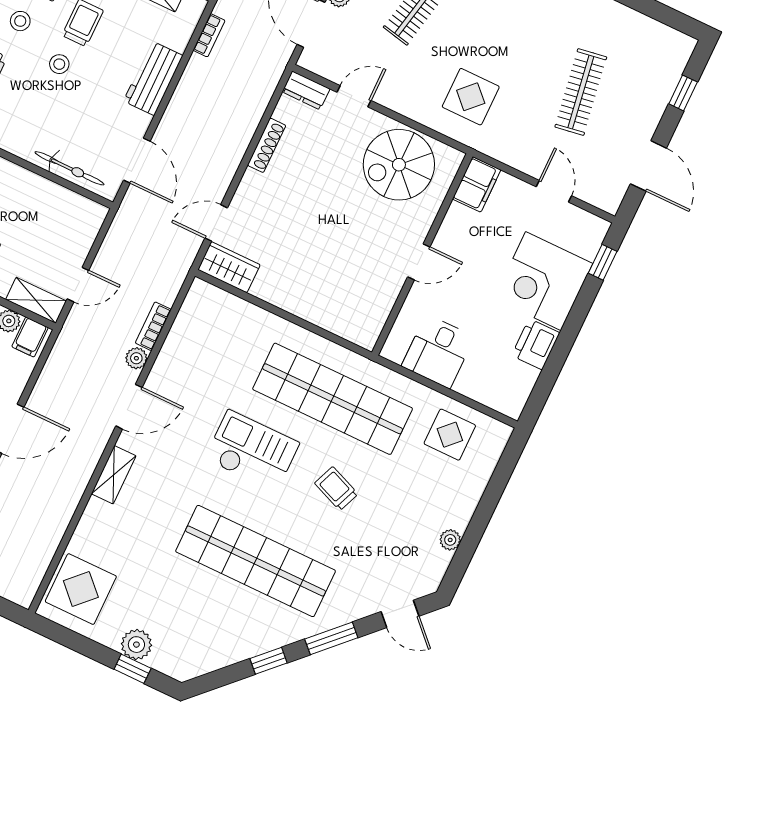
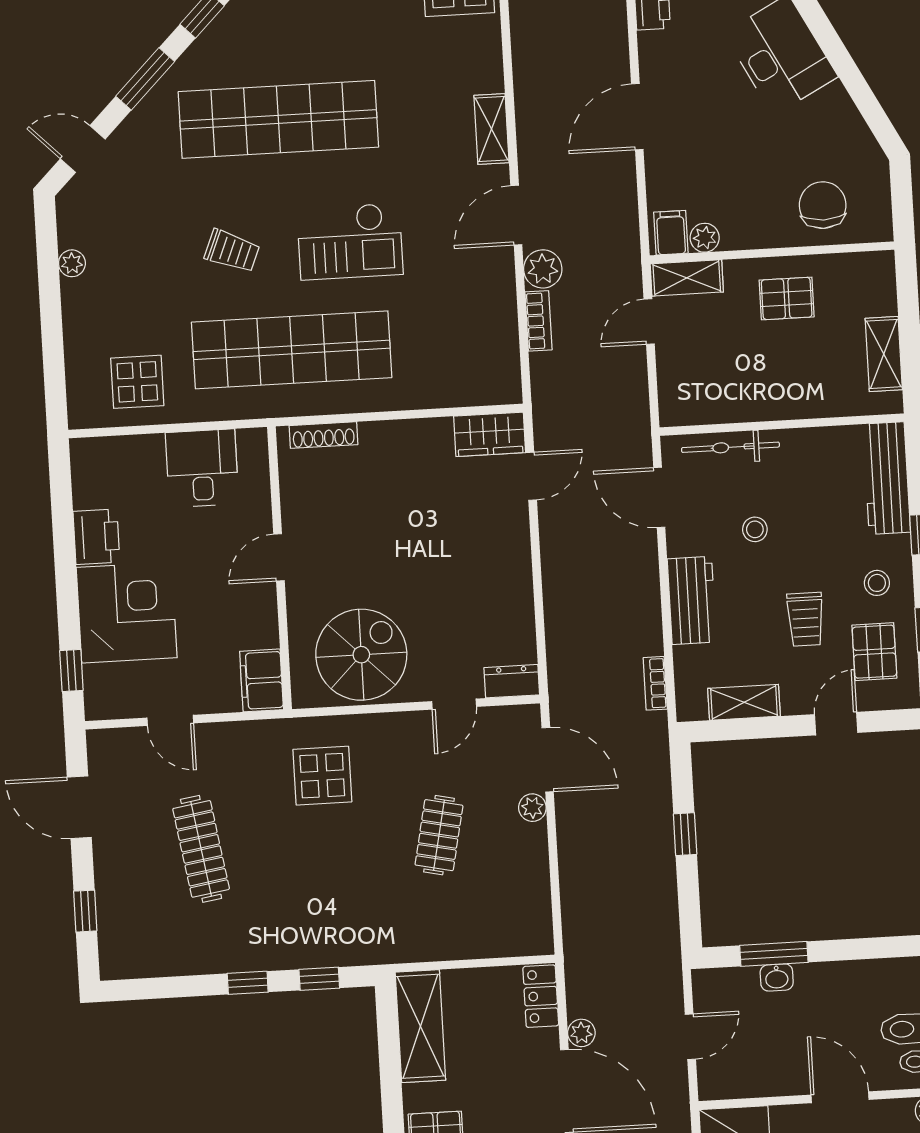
stool: (59, 64) -> (755, 529), moved
shoe rack: (267, 145) -> (324, 435), moved, turned -90
plant: (136, 358) -> (543, 269), width x1.38, depth x1.38

